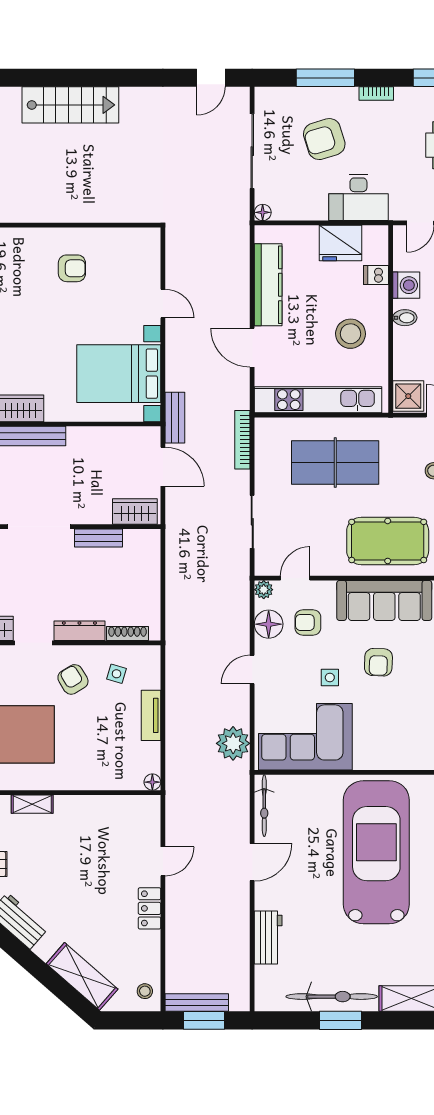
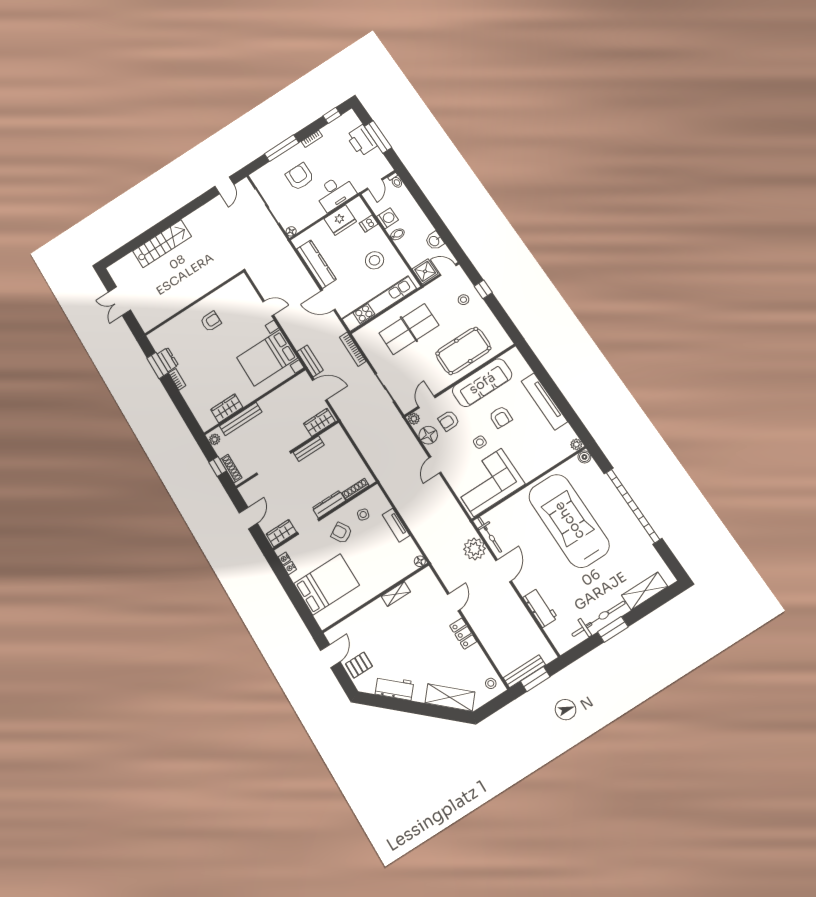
armchair: (324, 139) -> (300, 177), turned 107
plant: (233, 743) -> (474, 549), moved
shelving: (32, 804) -> (396, 594), moved

